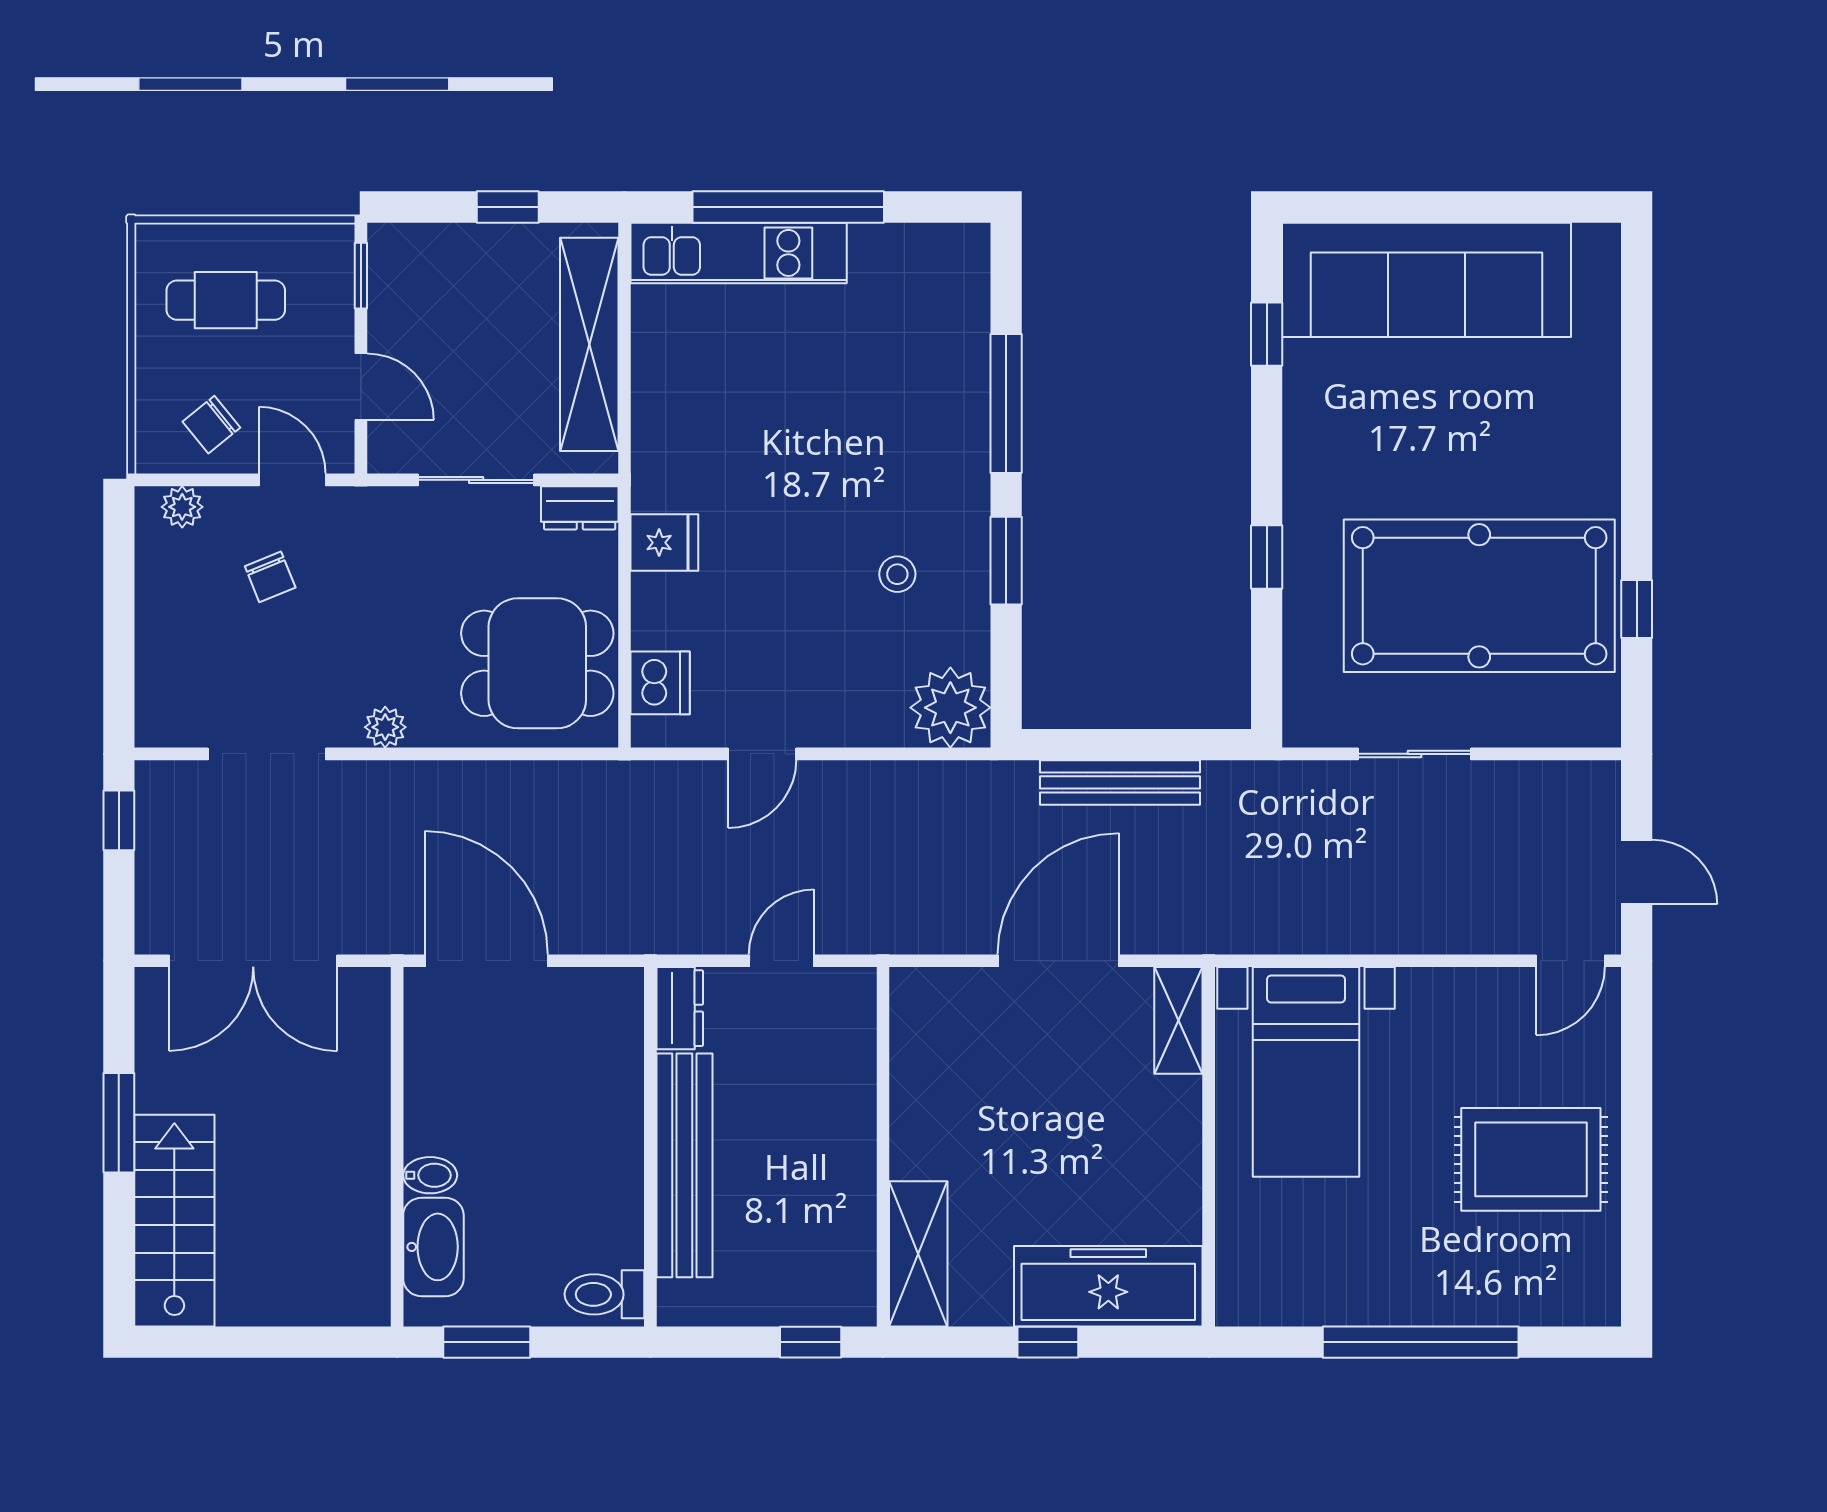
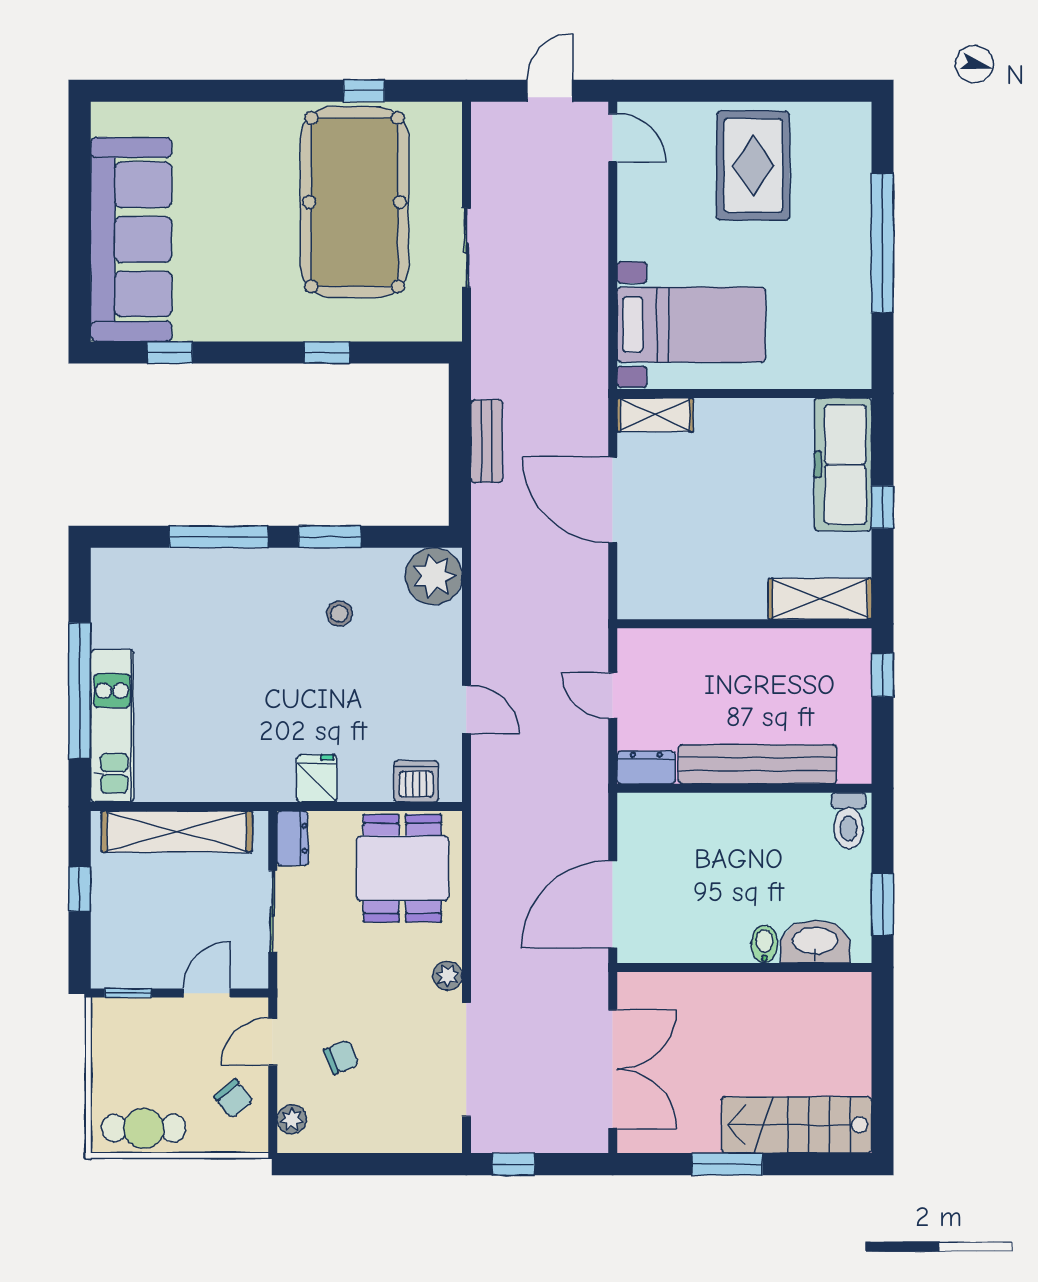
cafe table: (226, 300) -> (144, 1128), moved, turned 90
doorway: (267, 754) -> (466, 1060), width x1.36
bench: (1120, 782) -> (487, 441), width x0.73

